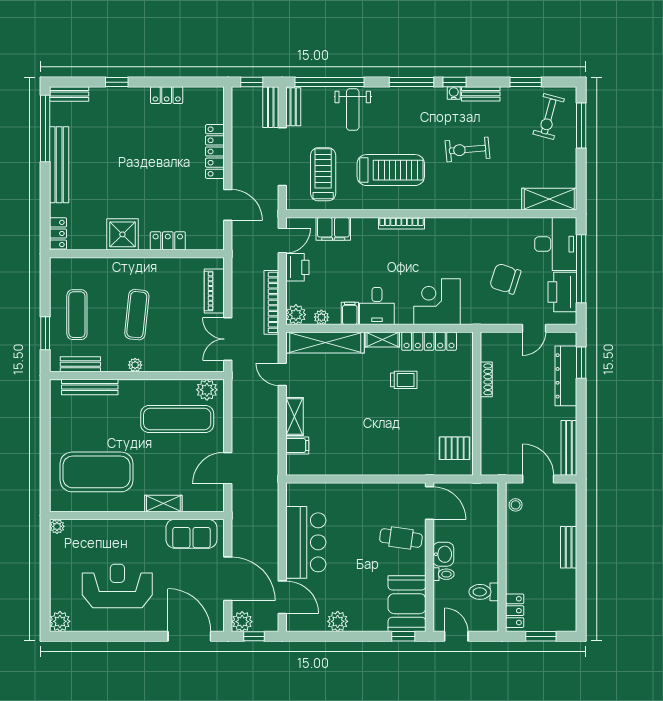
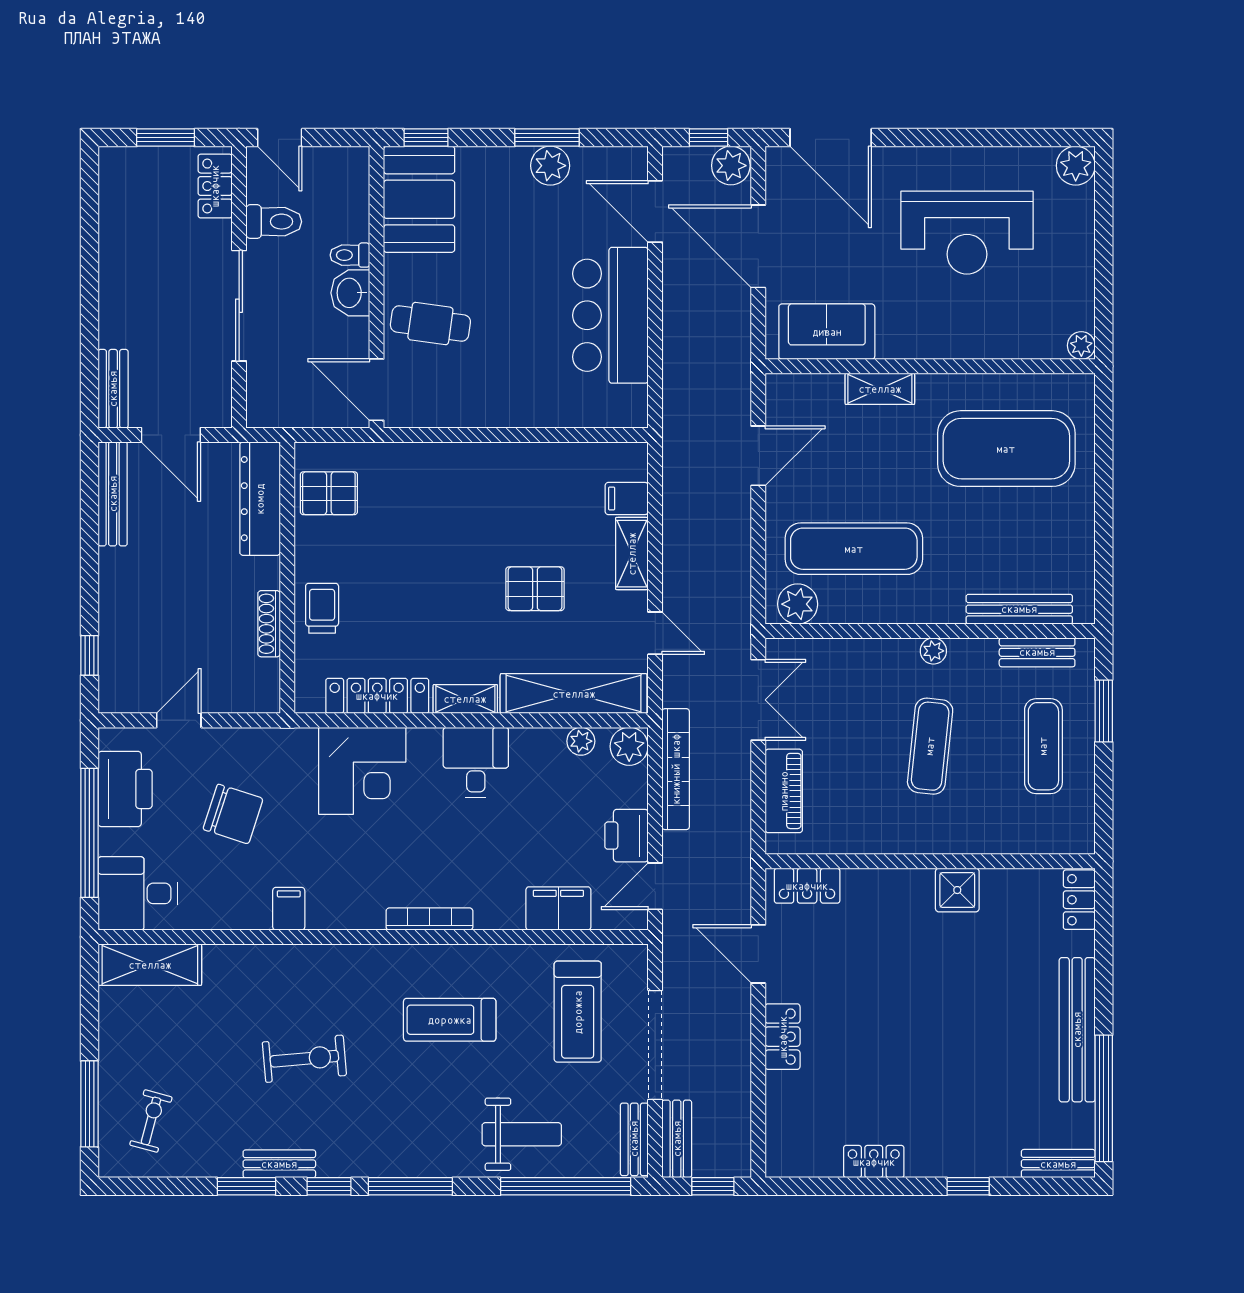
window: (526, 82) -> (246, 1186), moved
water cooler: (454, 93) -> (331, 1165), removed
weight bench: (353, 110) -> (522, 1134), turned 90
exercise bike: (549, 117) -> (151, 1121), width x0.73, depth x0.72
locker: (215, 151) -> (783, 1037), width x0.66
treadmill: (391, 170) -> (450, 1020), width x0.73, depth x0.73
shower: (122, 234) -> (957, 890), width x0.73, depth x0.73
locker: (168, 241) -> (807, 886), moved
desk: (556, 244) -> (138, 893), width x0.73
filing cabinet: (350, 313) -> (289, 909), moved, turned 180
window: (581, 363) -> (89, 655), width x0.67
dresser: (566, 376) -> (260, 499), moved, turned 180
trolley: (404, 380) -> (322, 608), moved, turned 90
pallet: (346, 398) -> (535, 589), added
stool: (516, 505) -> (214, 386), removed
sliding door: (502, 547) -> (239, 306), added
bench: (569, 547) -> (113, 389), moved
window: (339, 636) -> (547, 138), added
door: (456, 636) -> (280, 138), moved

